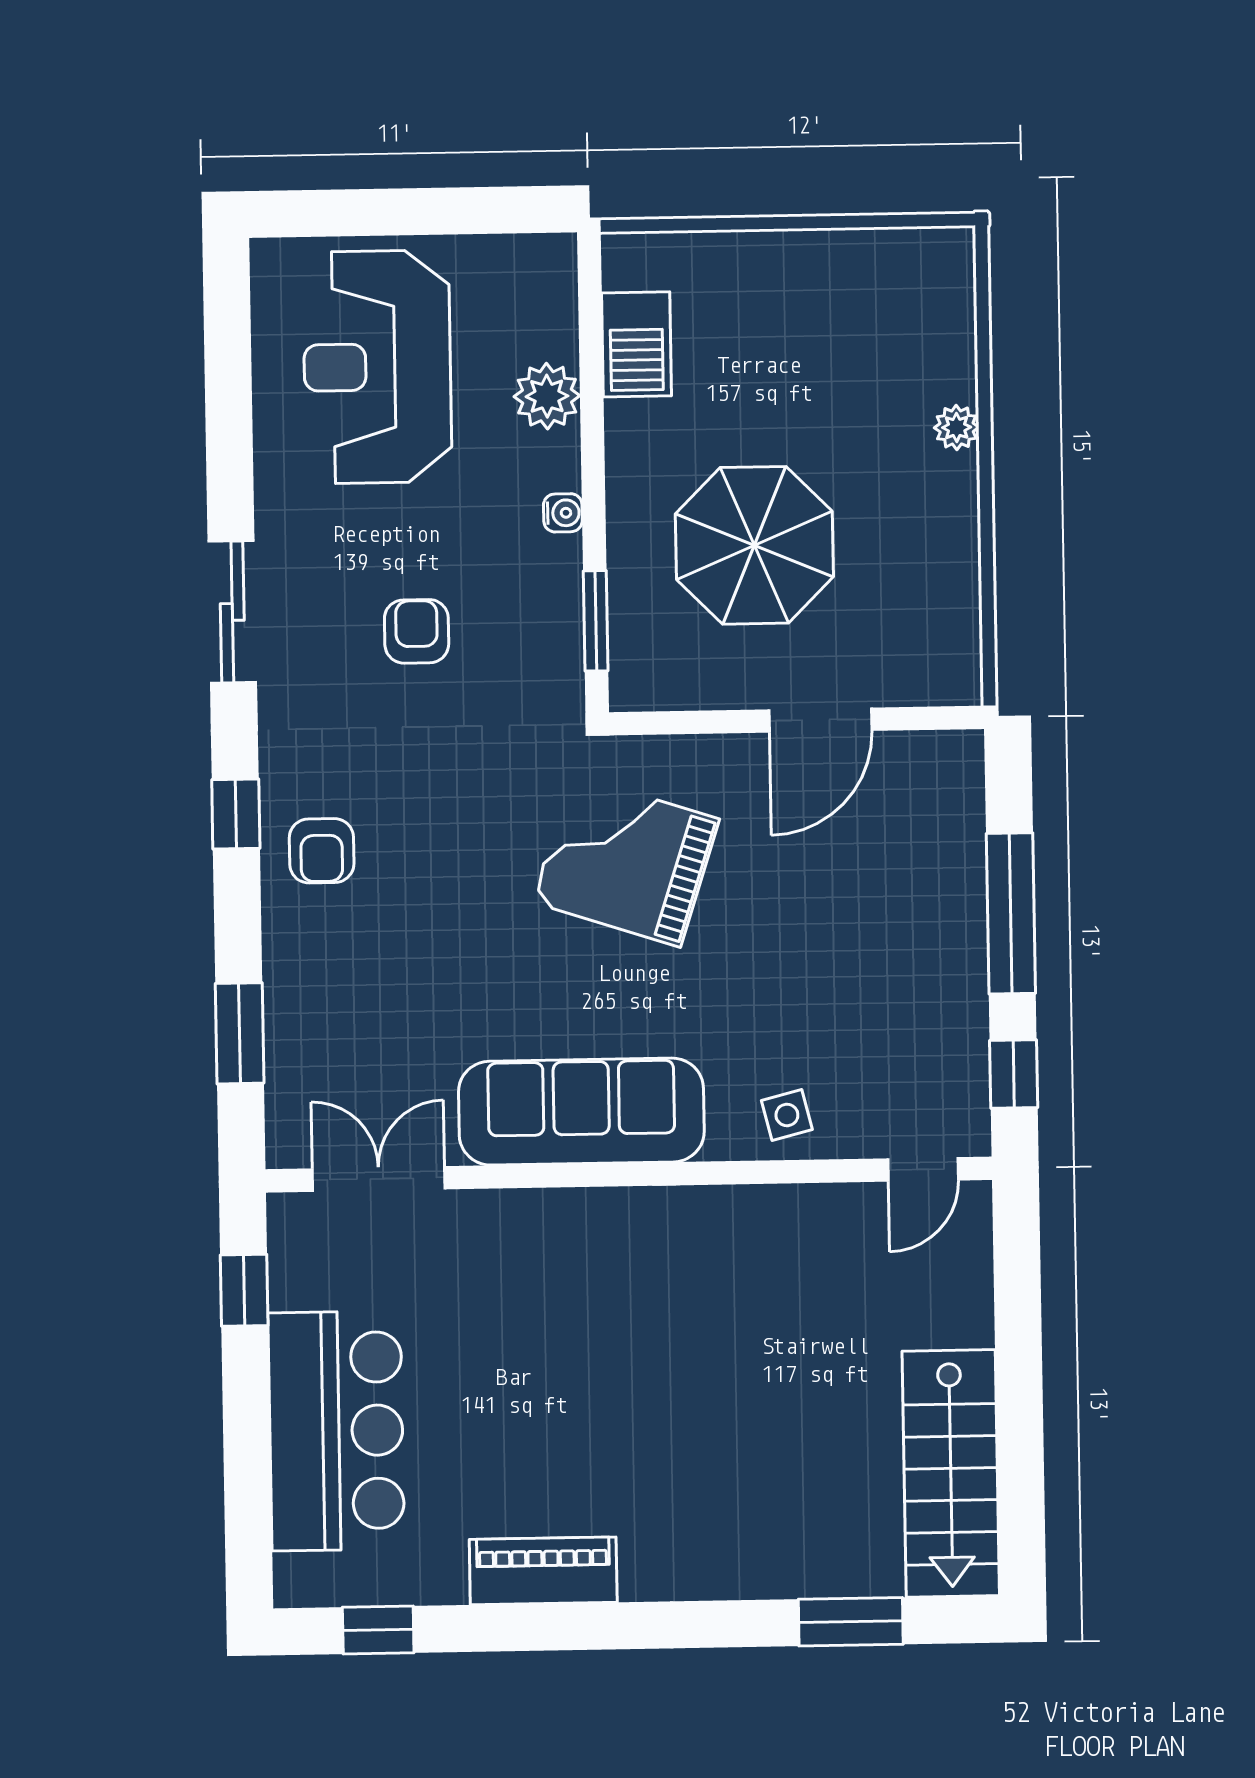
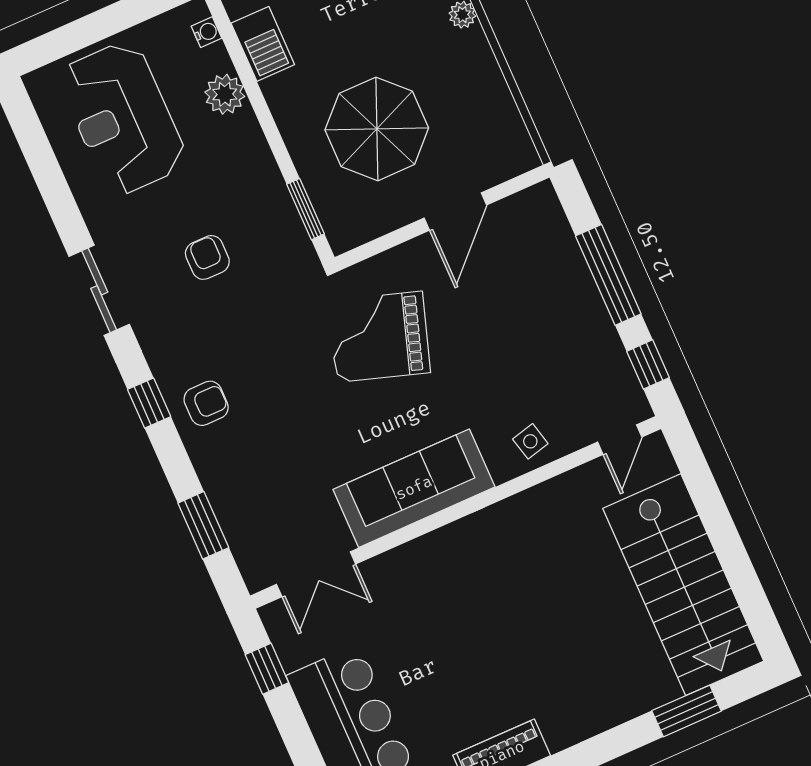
water cooler: (563, 513) -> (207, 32), moved
armchair: (322, 851) -> (206, 403), turned -90
double door: (379, 1179) -> (316, 574), swing flipped
stairs: (951, 1473) -> (683, 585), width x1.36, depth x1.51

